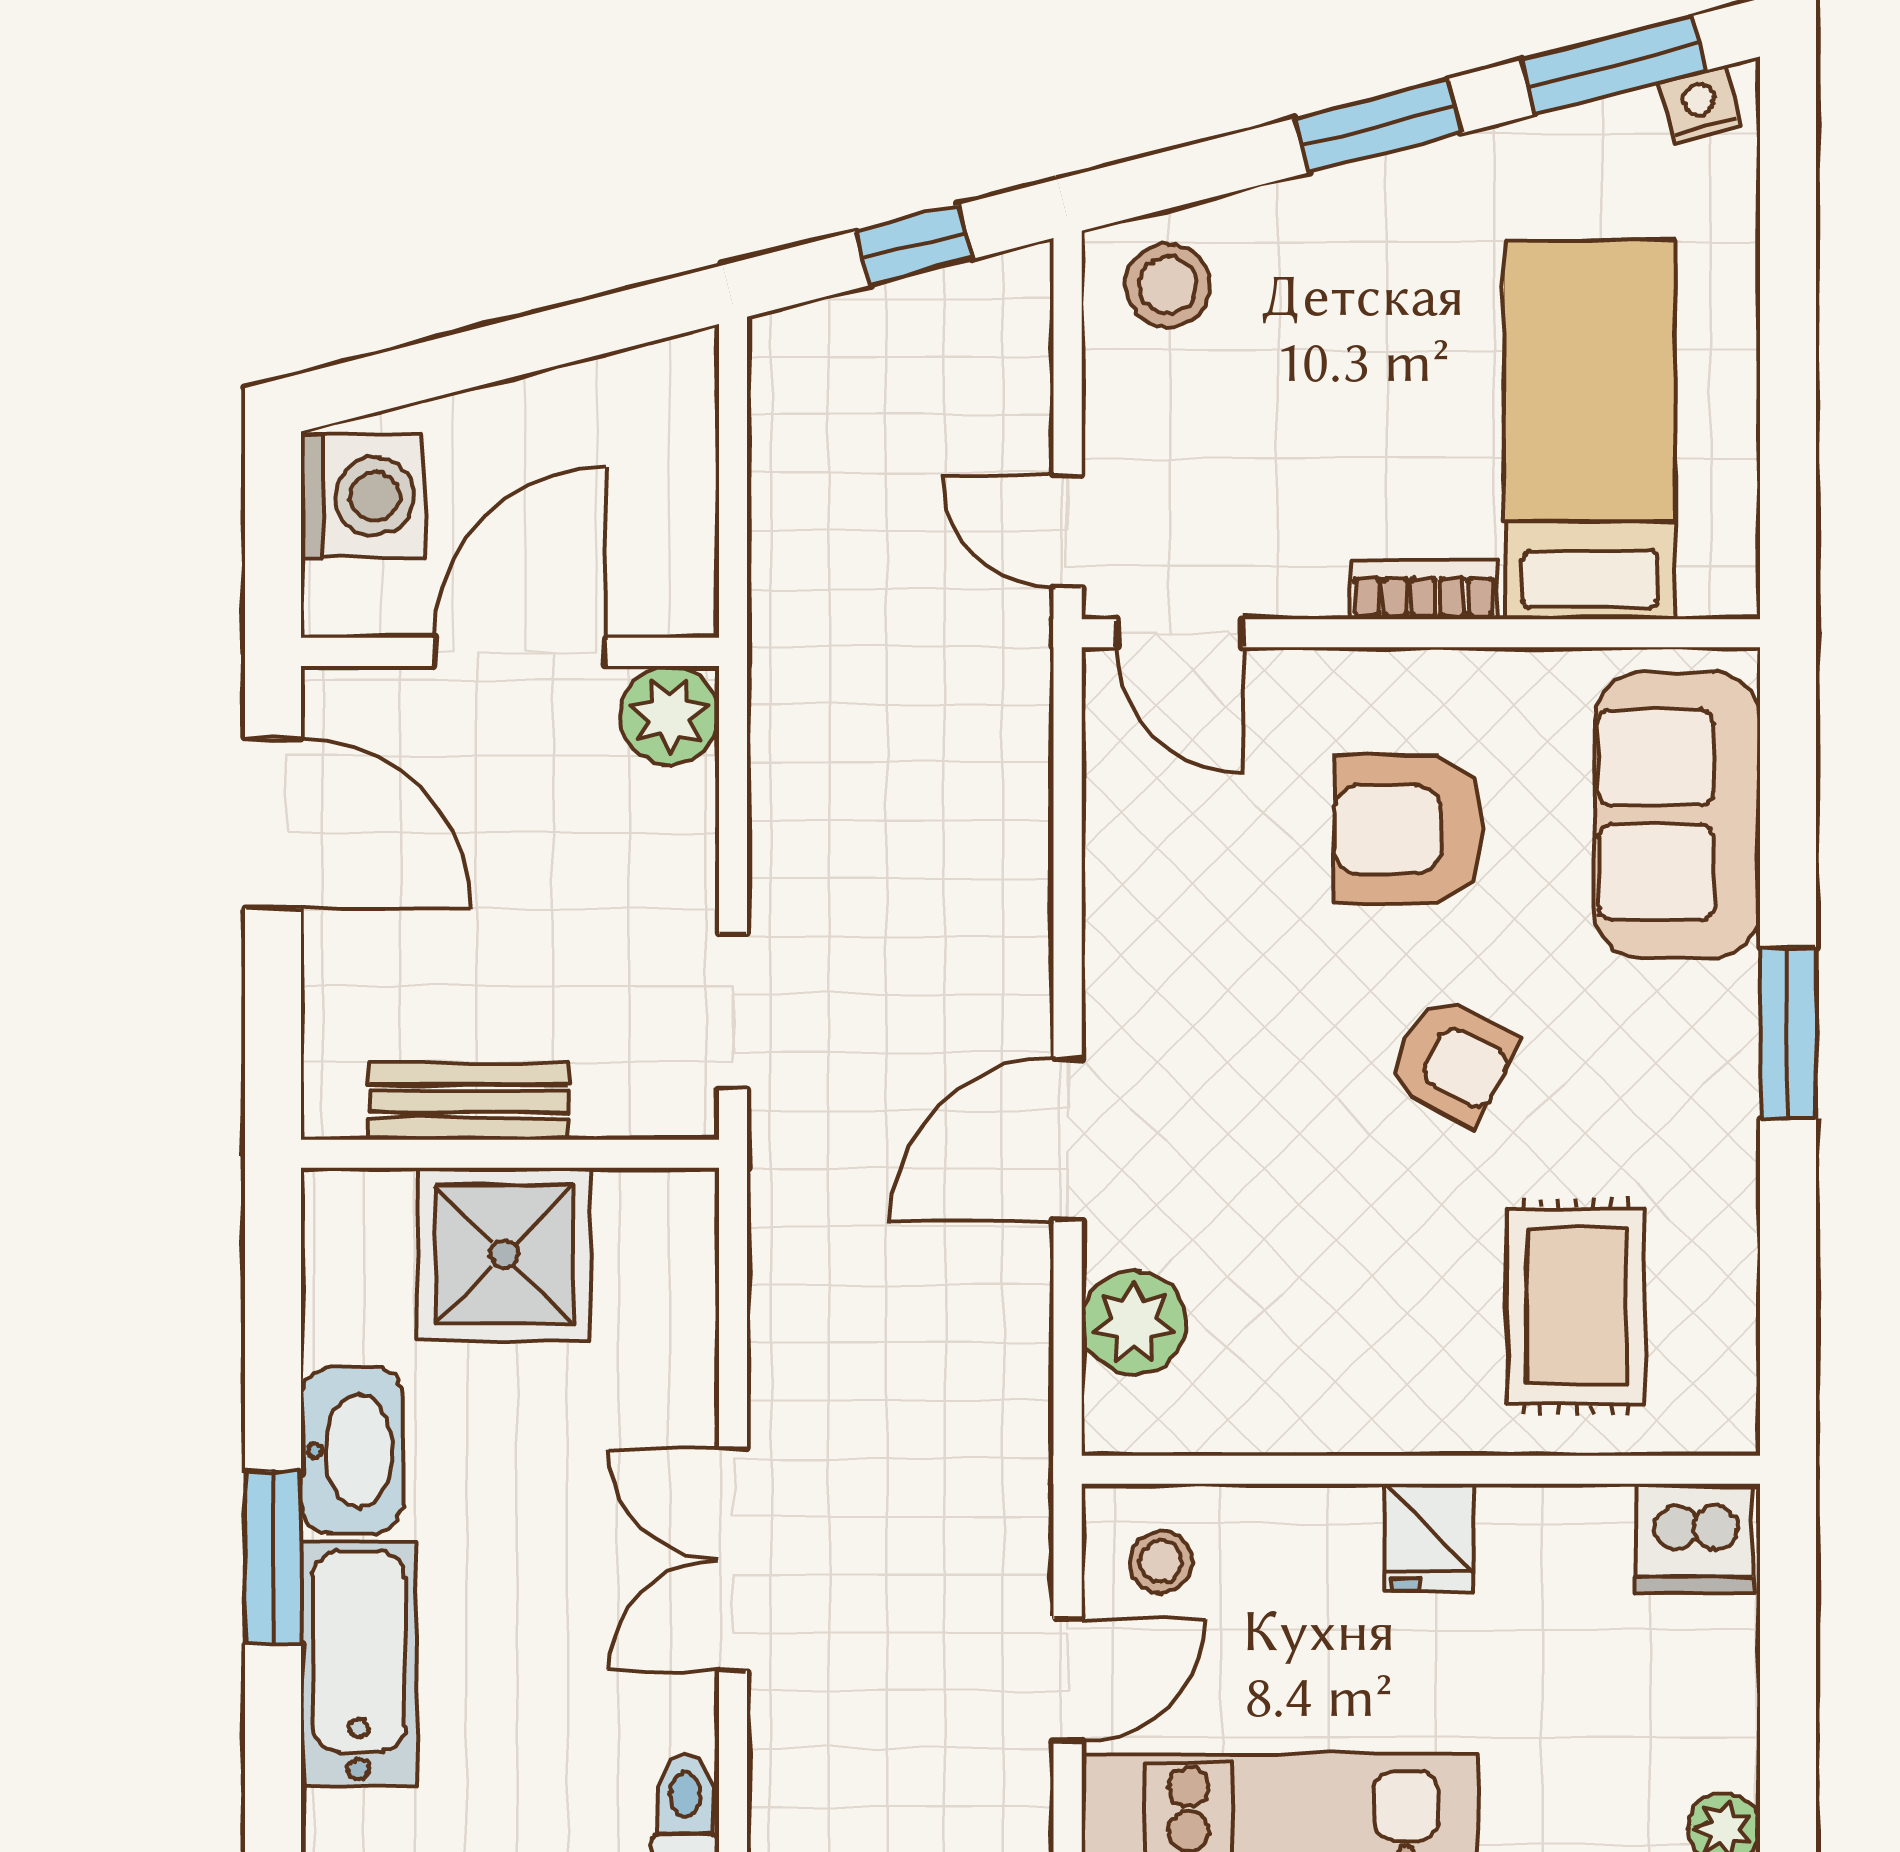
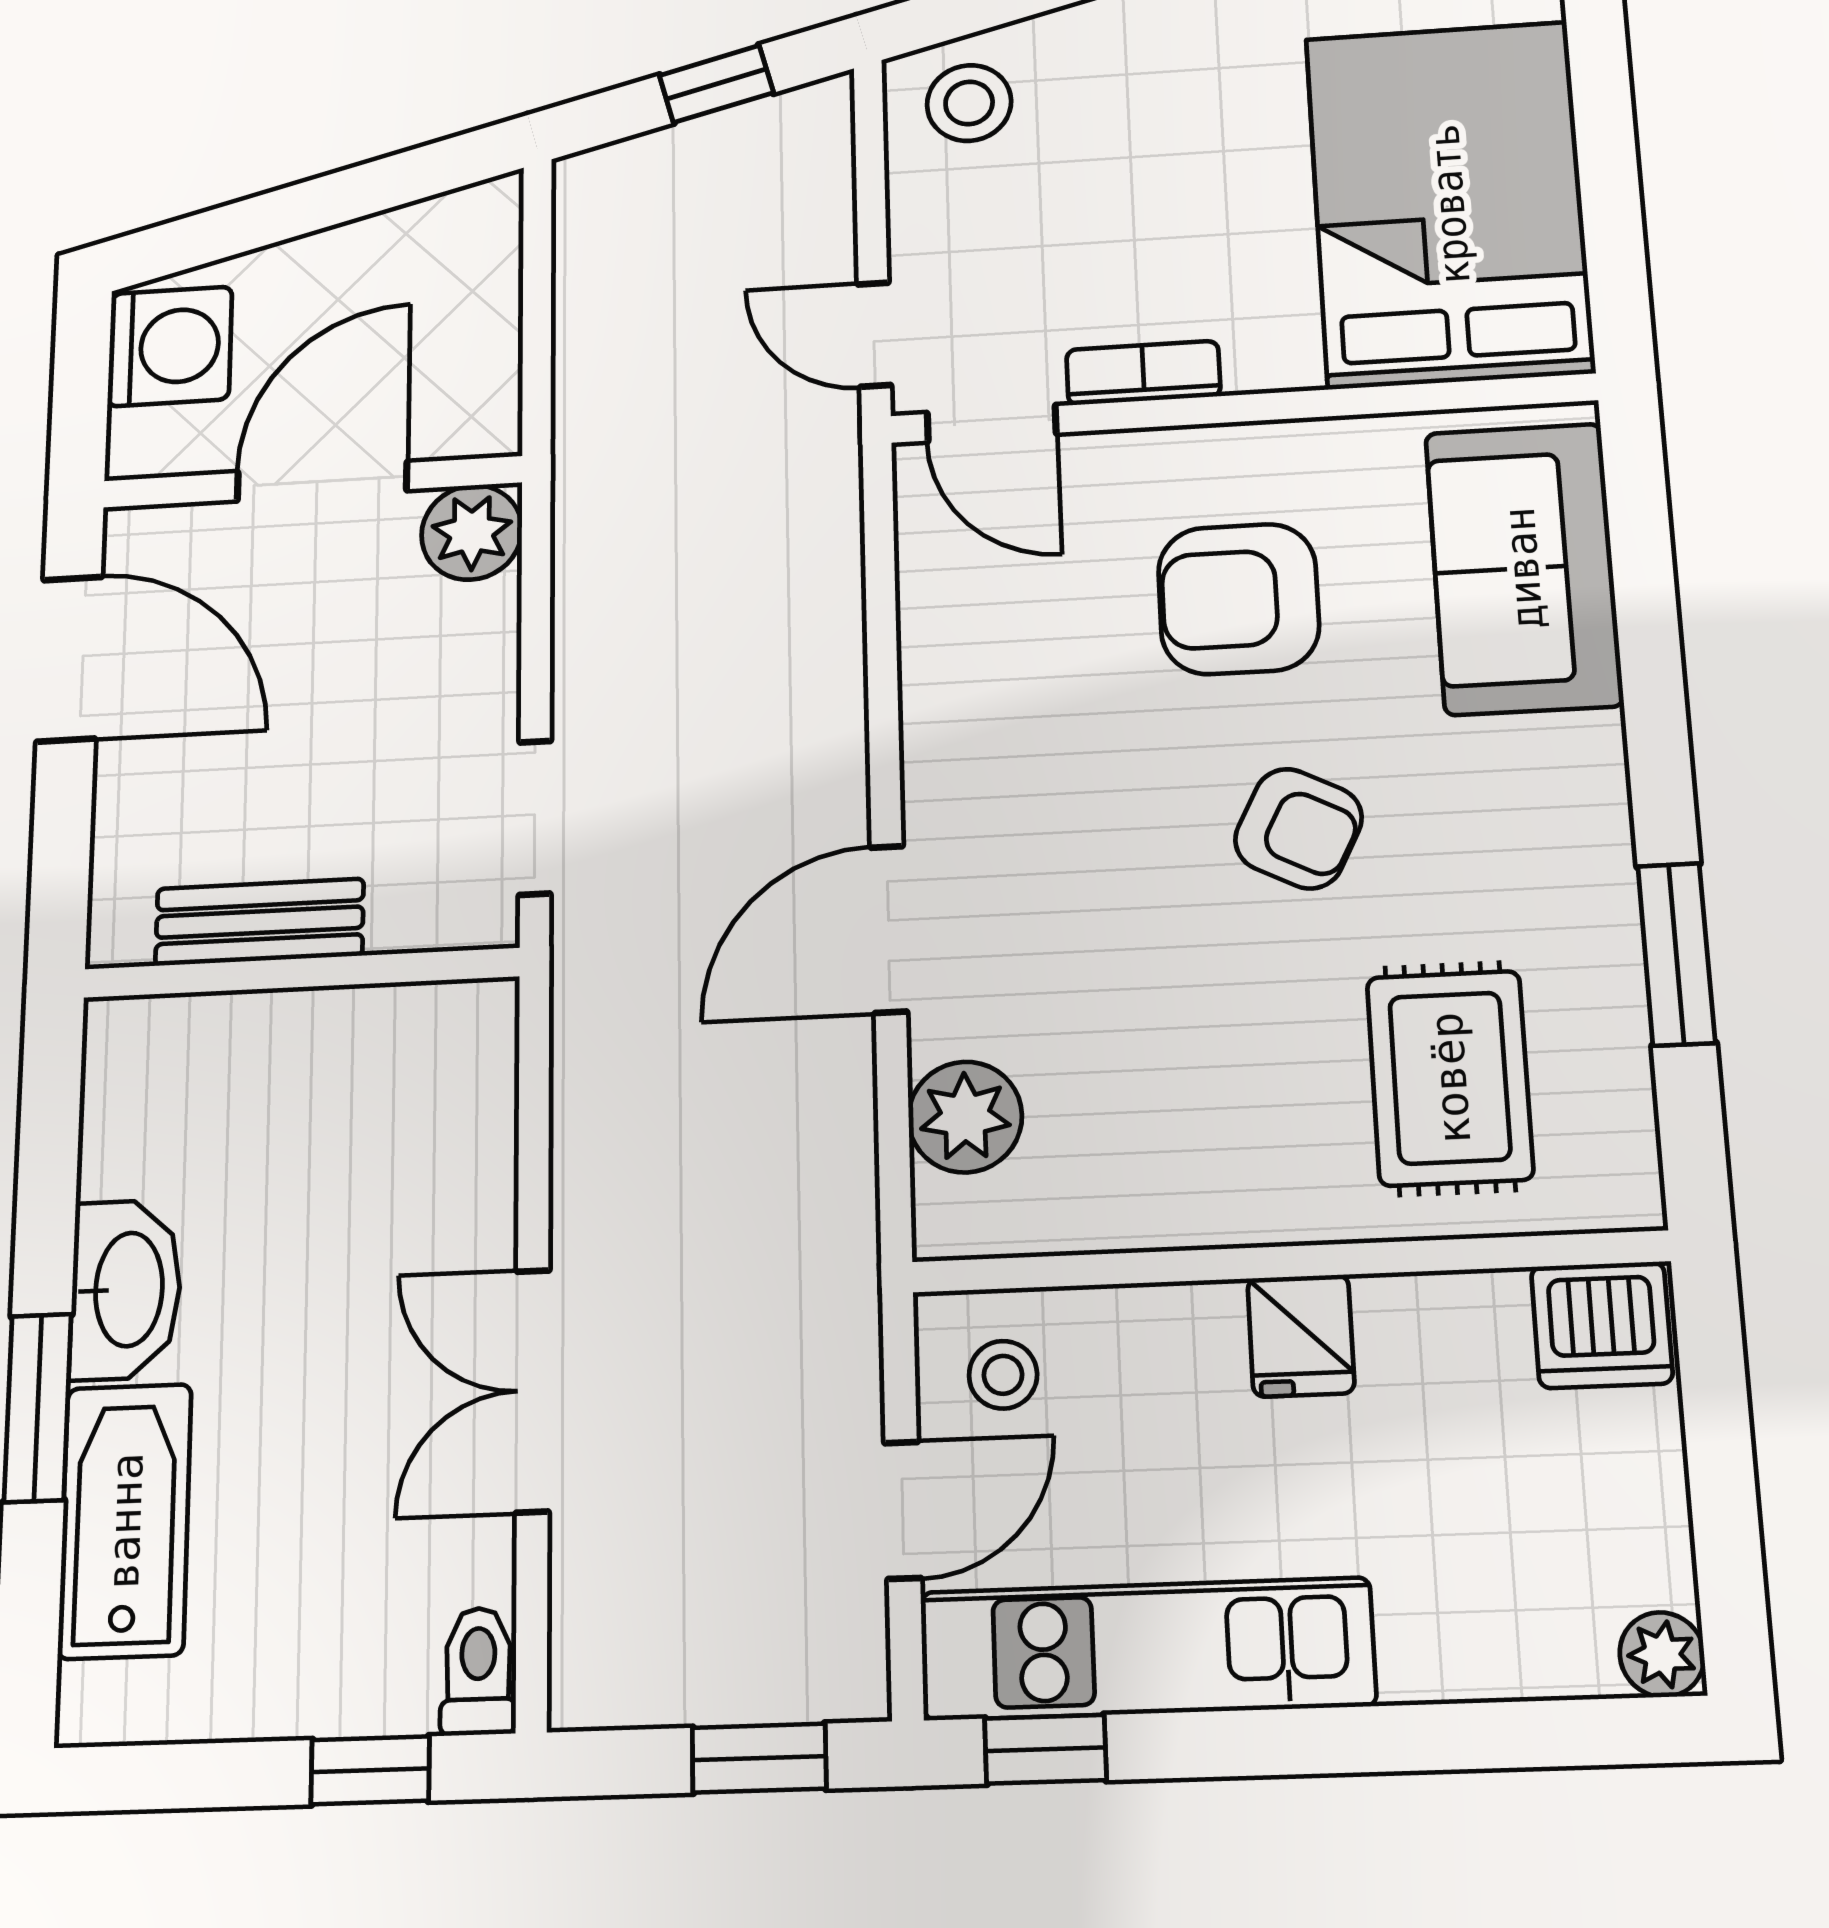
bed: (1590, 430) -> (1449, 204), width x1.50
bookcase: (1424, 590) -> (1143, 373), moved
window: (1788, 1033) -> (1676, 954), moved
shower: (504, 1254) -> (292, 1076), removed

